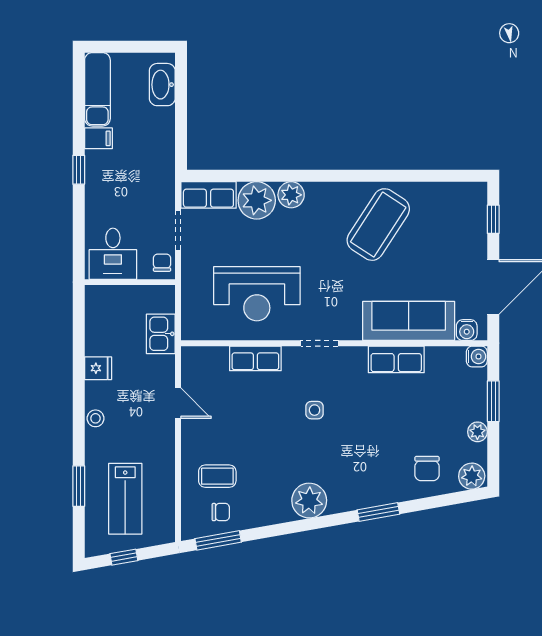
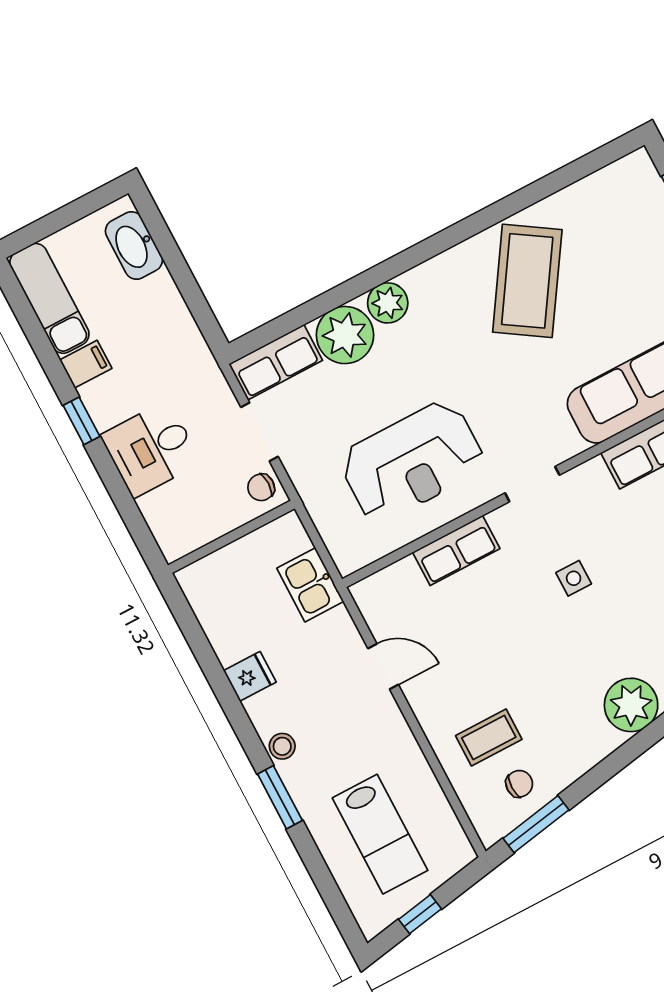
desk: (113, 254) -> (151, 449), moved, turned 90
chair: (162, 263) -> (261, 487), turned -90
window: (79, 486) -> (280, 797), moved

